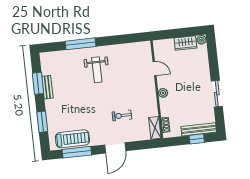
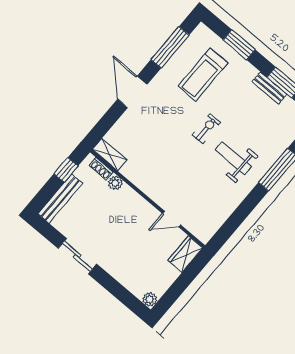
wardrobe: (185, 43) -> (185, 254), moved
plant: (163, 93) -> (115, 183), moved
exercise bike: (122, 116) -> (206, 129), moved
treadmill: (72, 139) -> (203, 74), moved
window: (197, 139) -> (66, 170), moved

